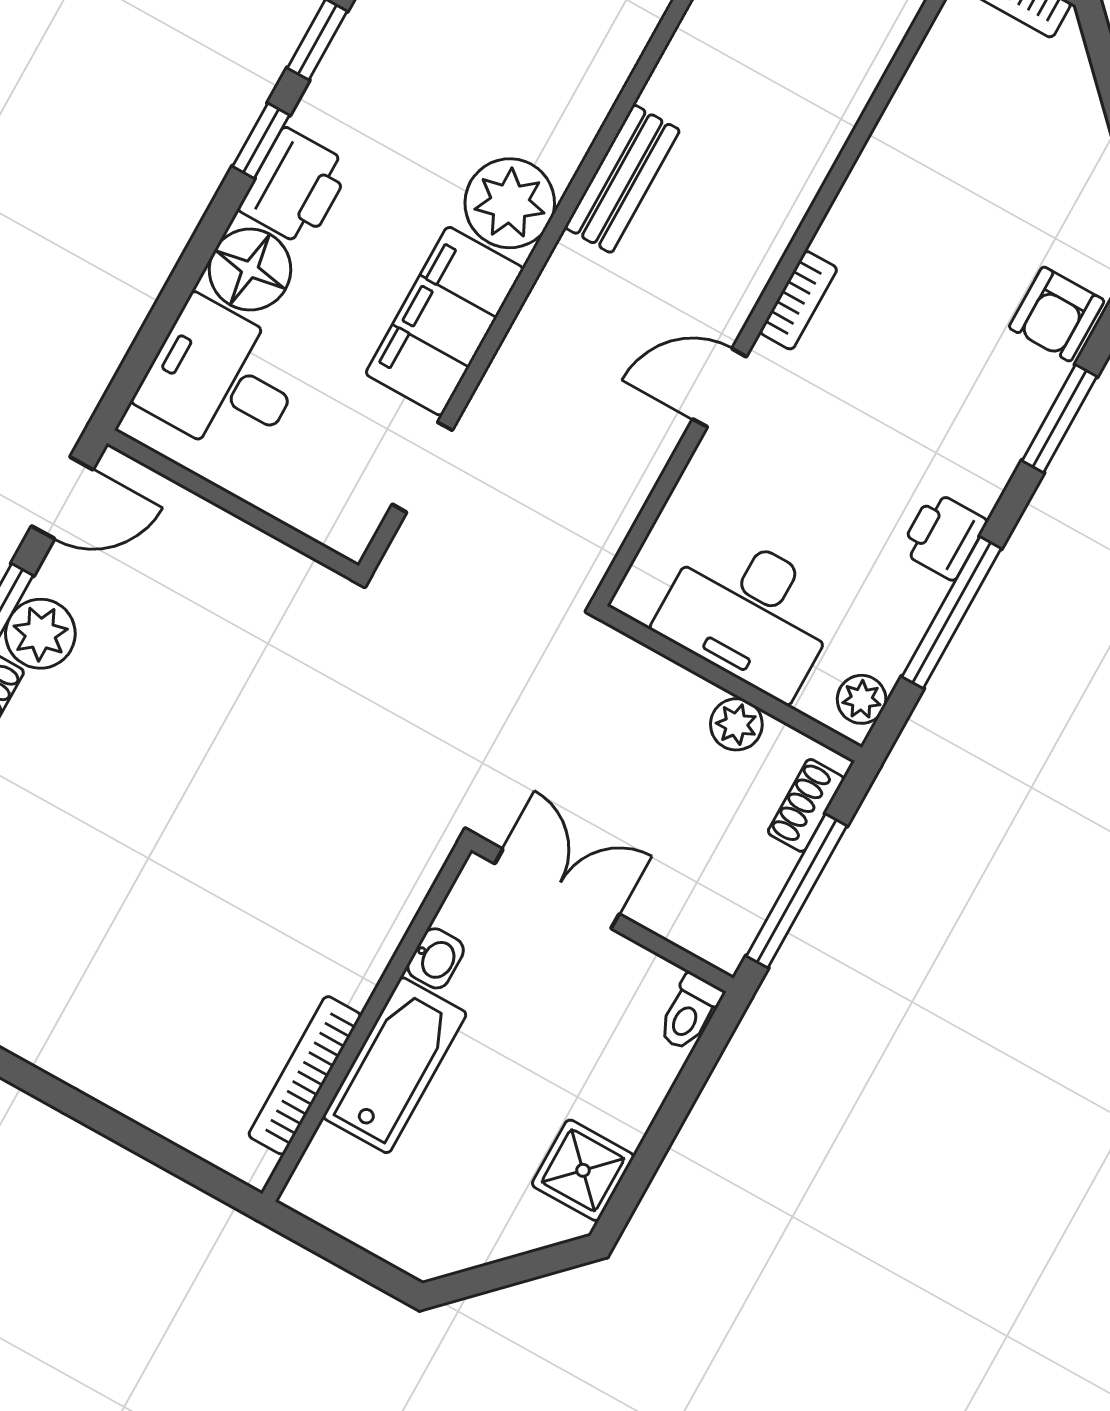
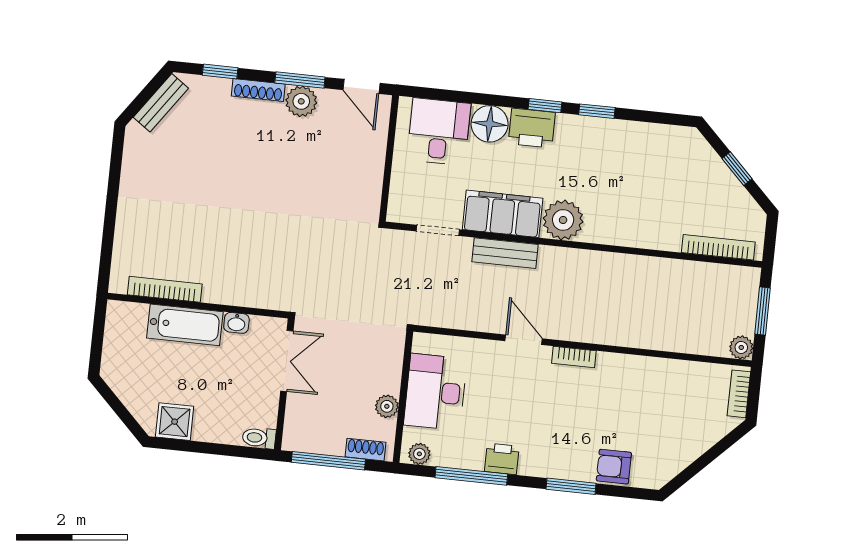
bench: (622, 179) -> (505, 253), moved

